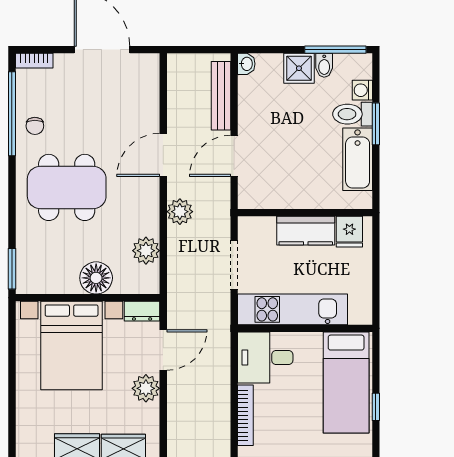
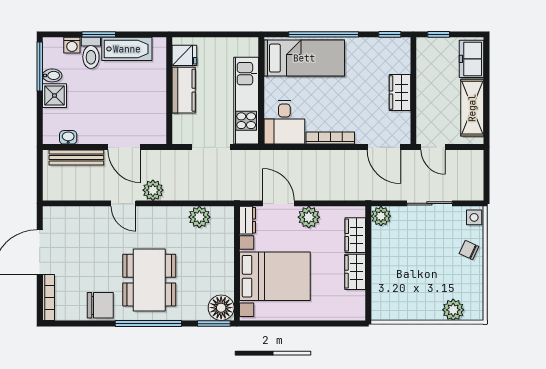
bookcase: (34, 61) -> (48, 298), width x1.56
washbasin: (246, 64) -> (68, 137), moved
window: (12, 114) -> (148, 324), moved
chair: (35, 126) -> (100, 305), width x1.87, depth x1.87
door: (163, 155) -> (123, 203), width x0.73
plant: (180, 212) -> (153, 190), moved
floor lamp: (96, 278) -> (221, 308), moved
window: (376, 407) -> (324, 34), width x3.17

